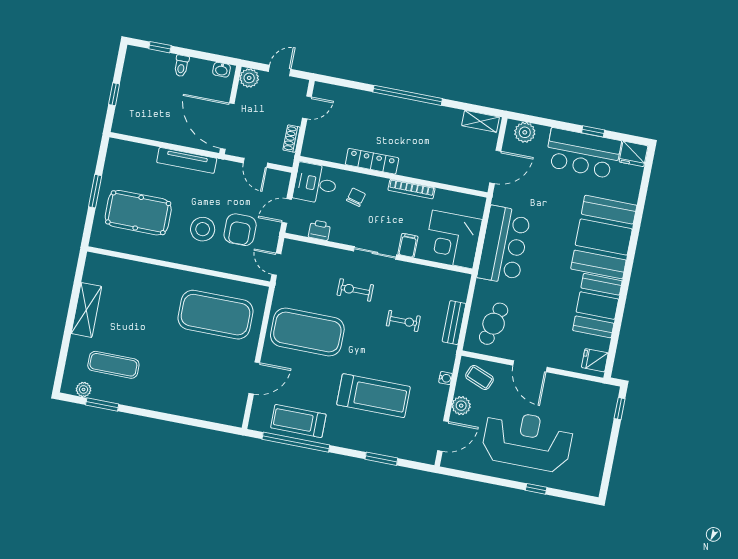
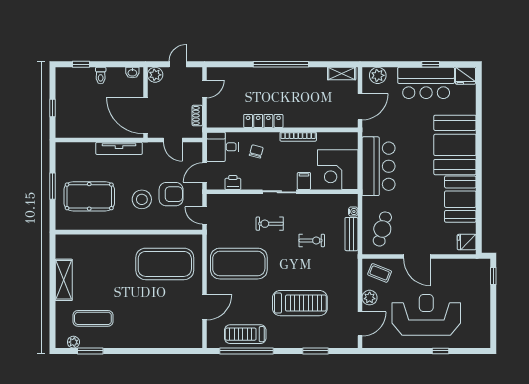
armchair: (240, 230) -> (171, 194), turned -90
water cooler: (445, 378) -> (353, 212), moved

